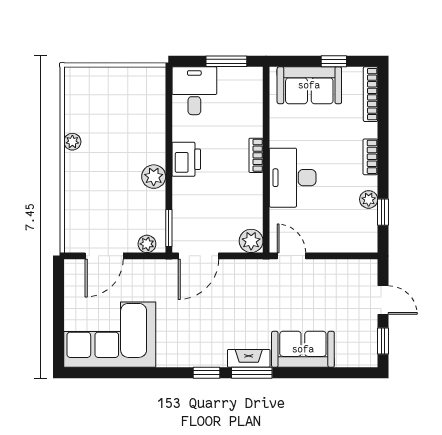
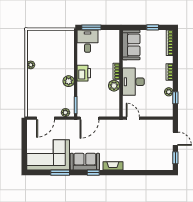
window: (226, 61) -> (91, 27), moved
sofa: (309, 85) -> (131, 45), moved, turned -90
plant: (251, 241) -> (114, 86), moved
sofa: (303, 349) -> (85, 162), moved
window: (252, 373) -> (60, 173), moved

